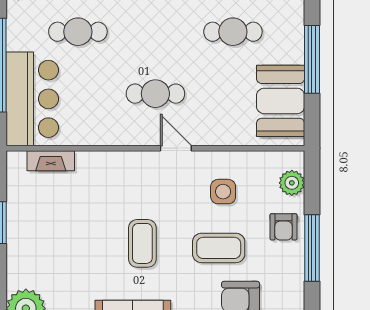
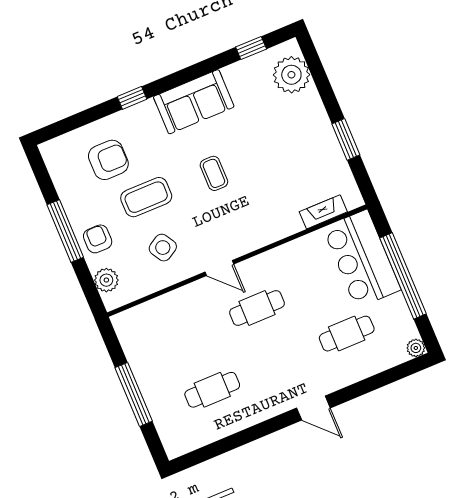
booth: (281, 101) -> (146, 347), removed
side table: (223, 192) -> (163, 248), turned -31
coffee table: (142, 243) -> (214, 173), width x0.73, depth x0.77

